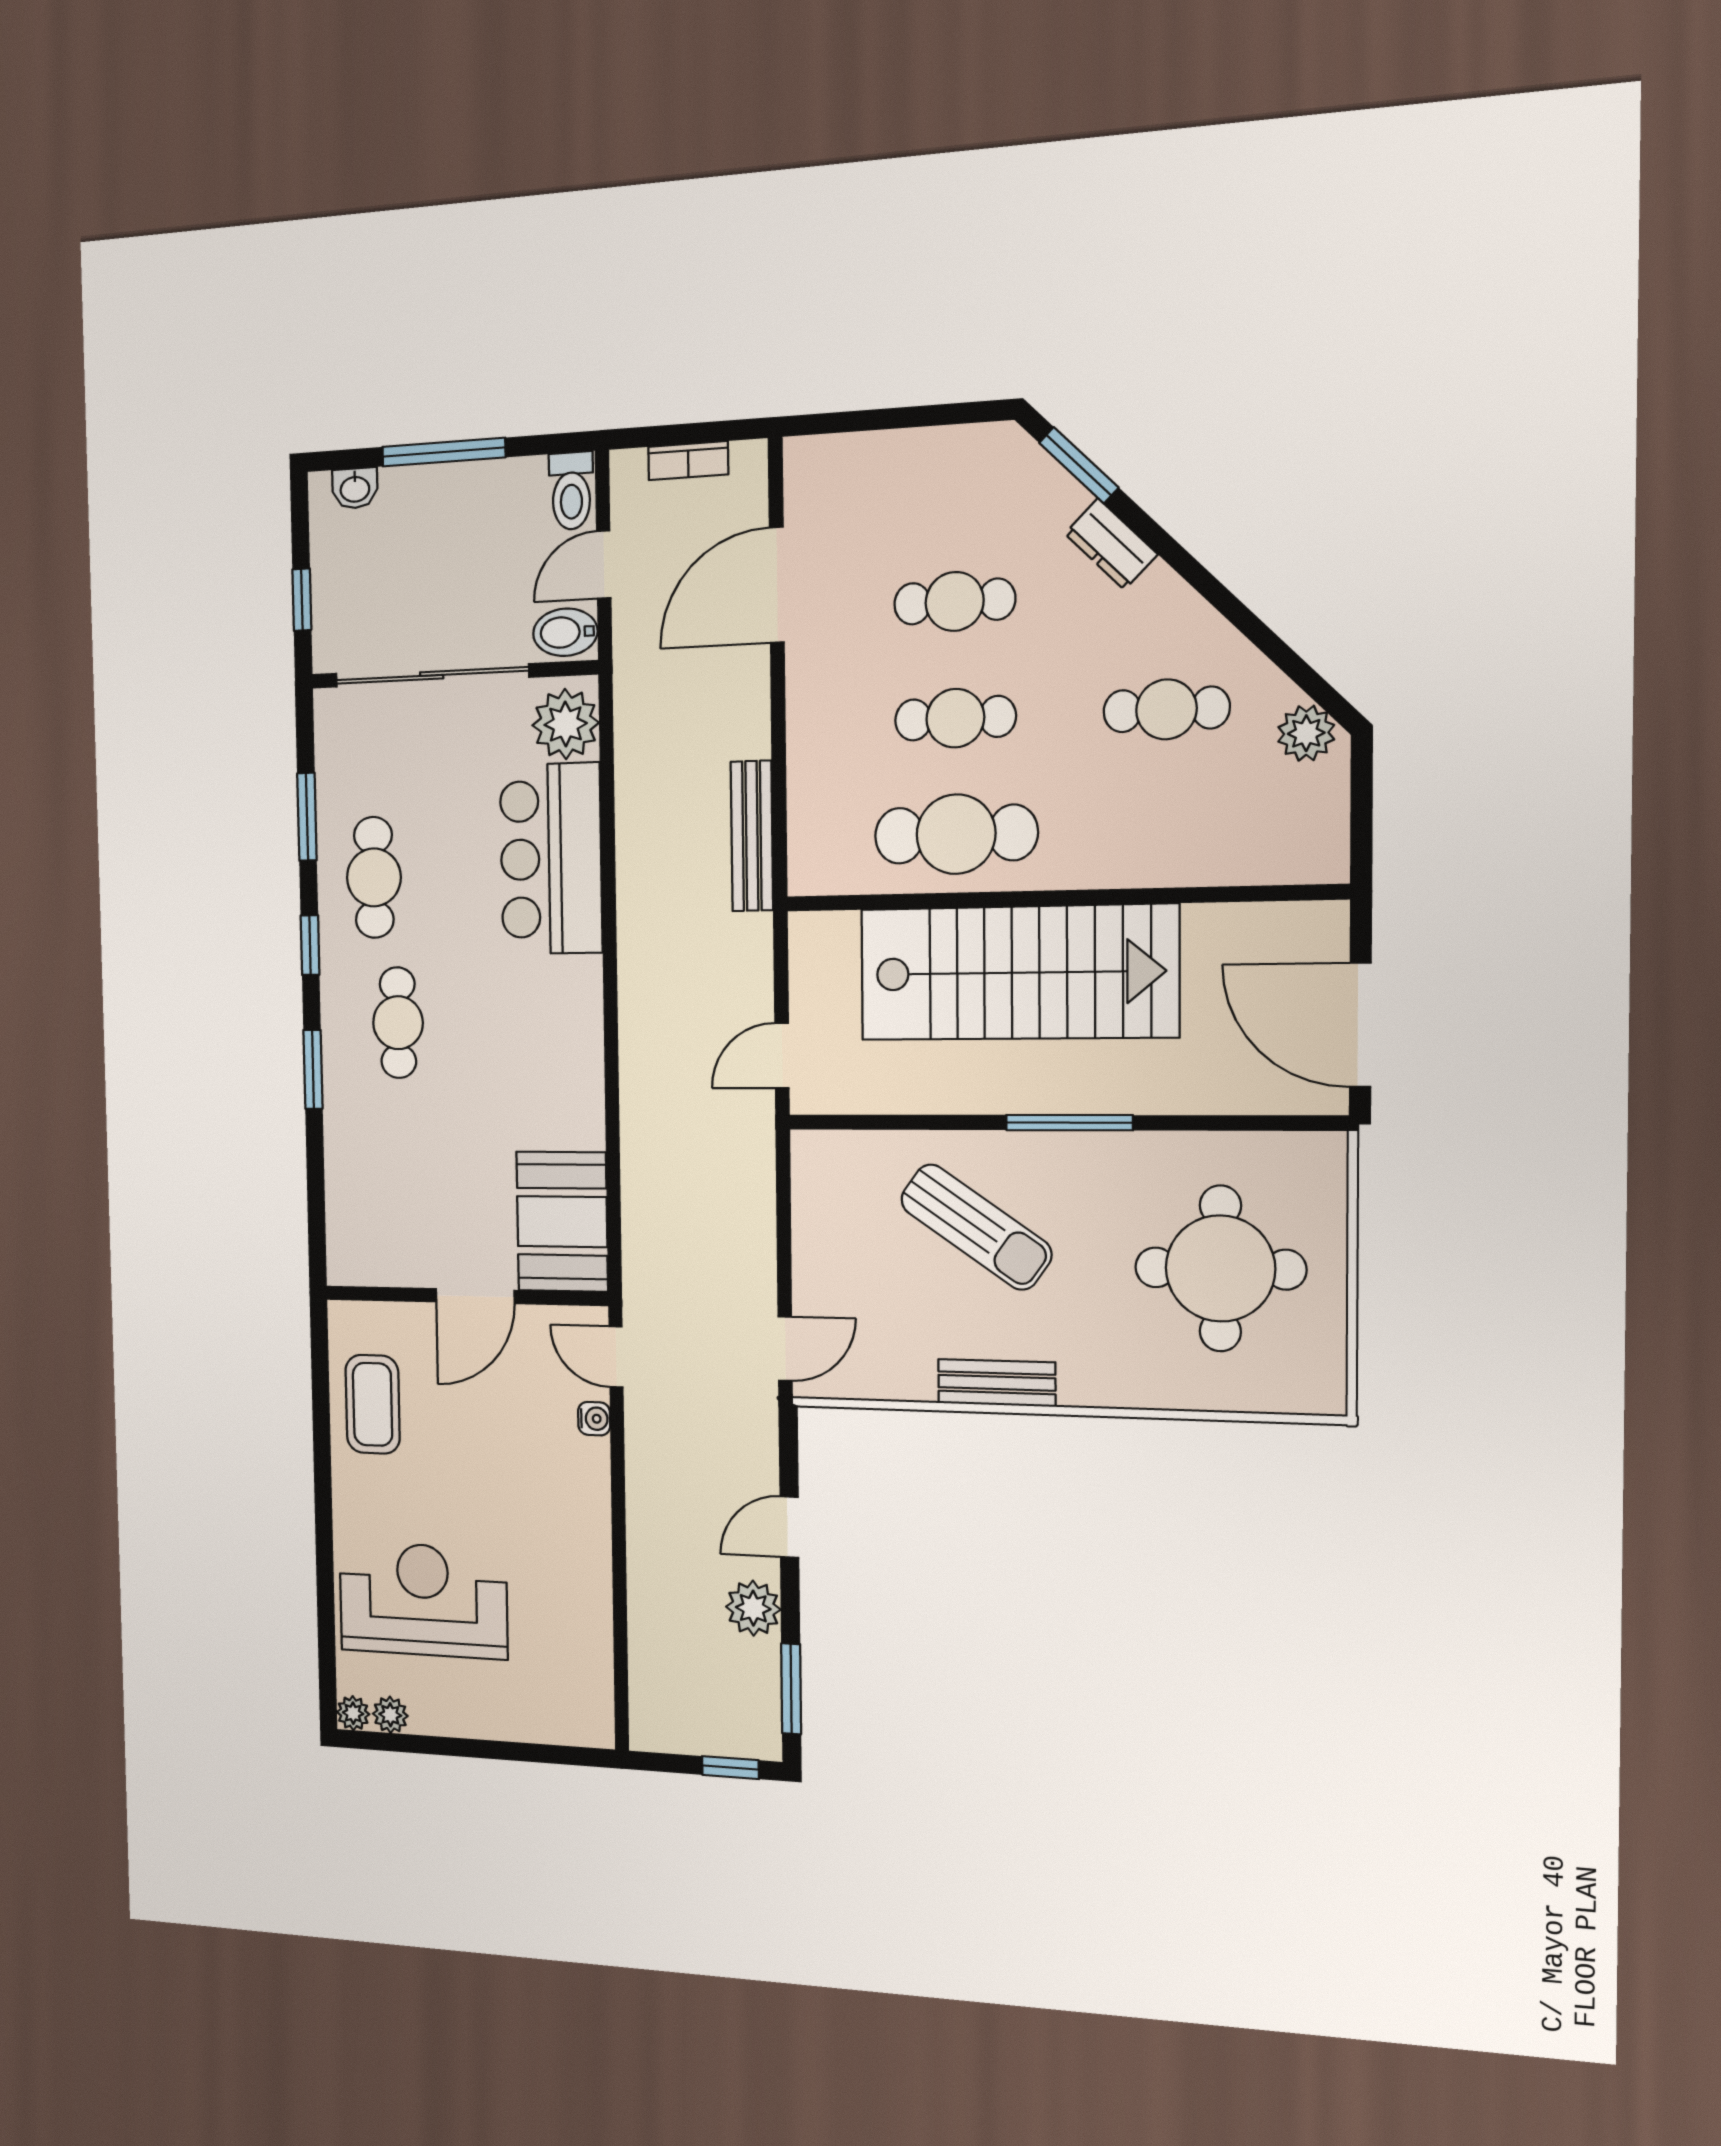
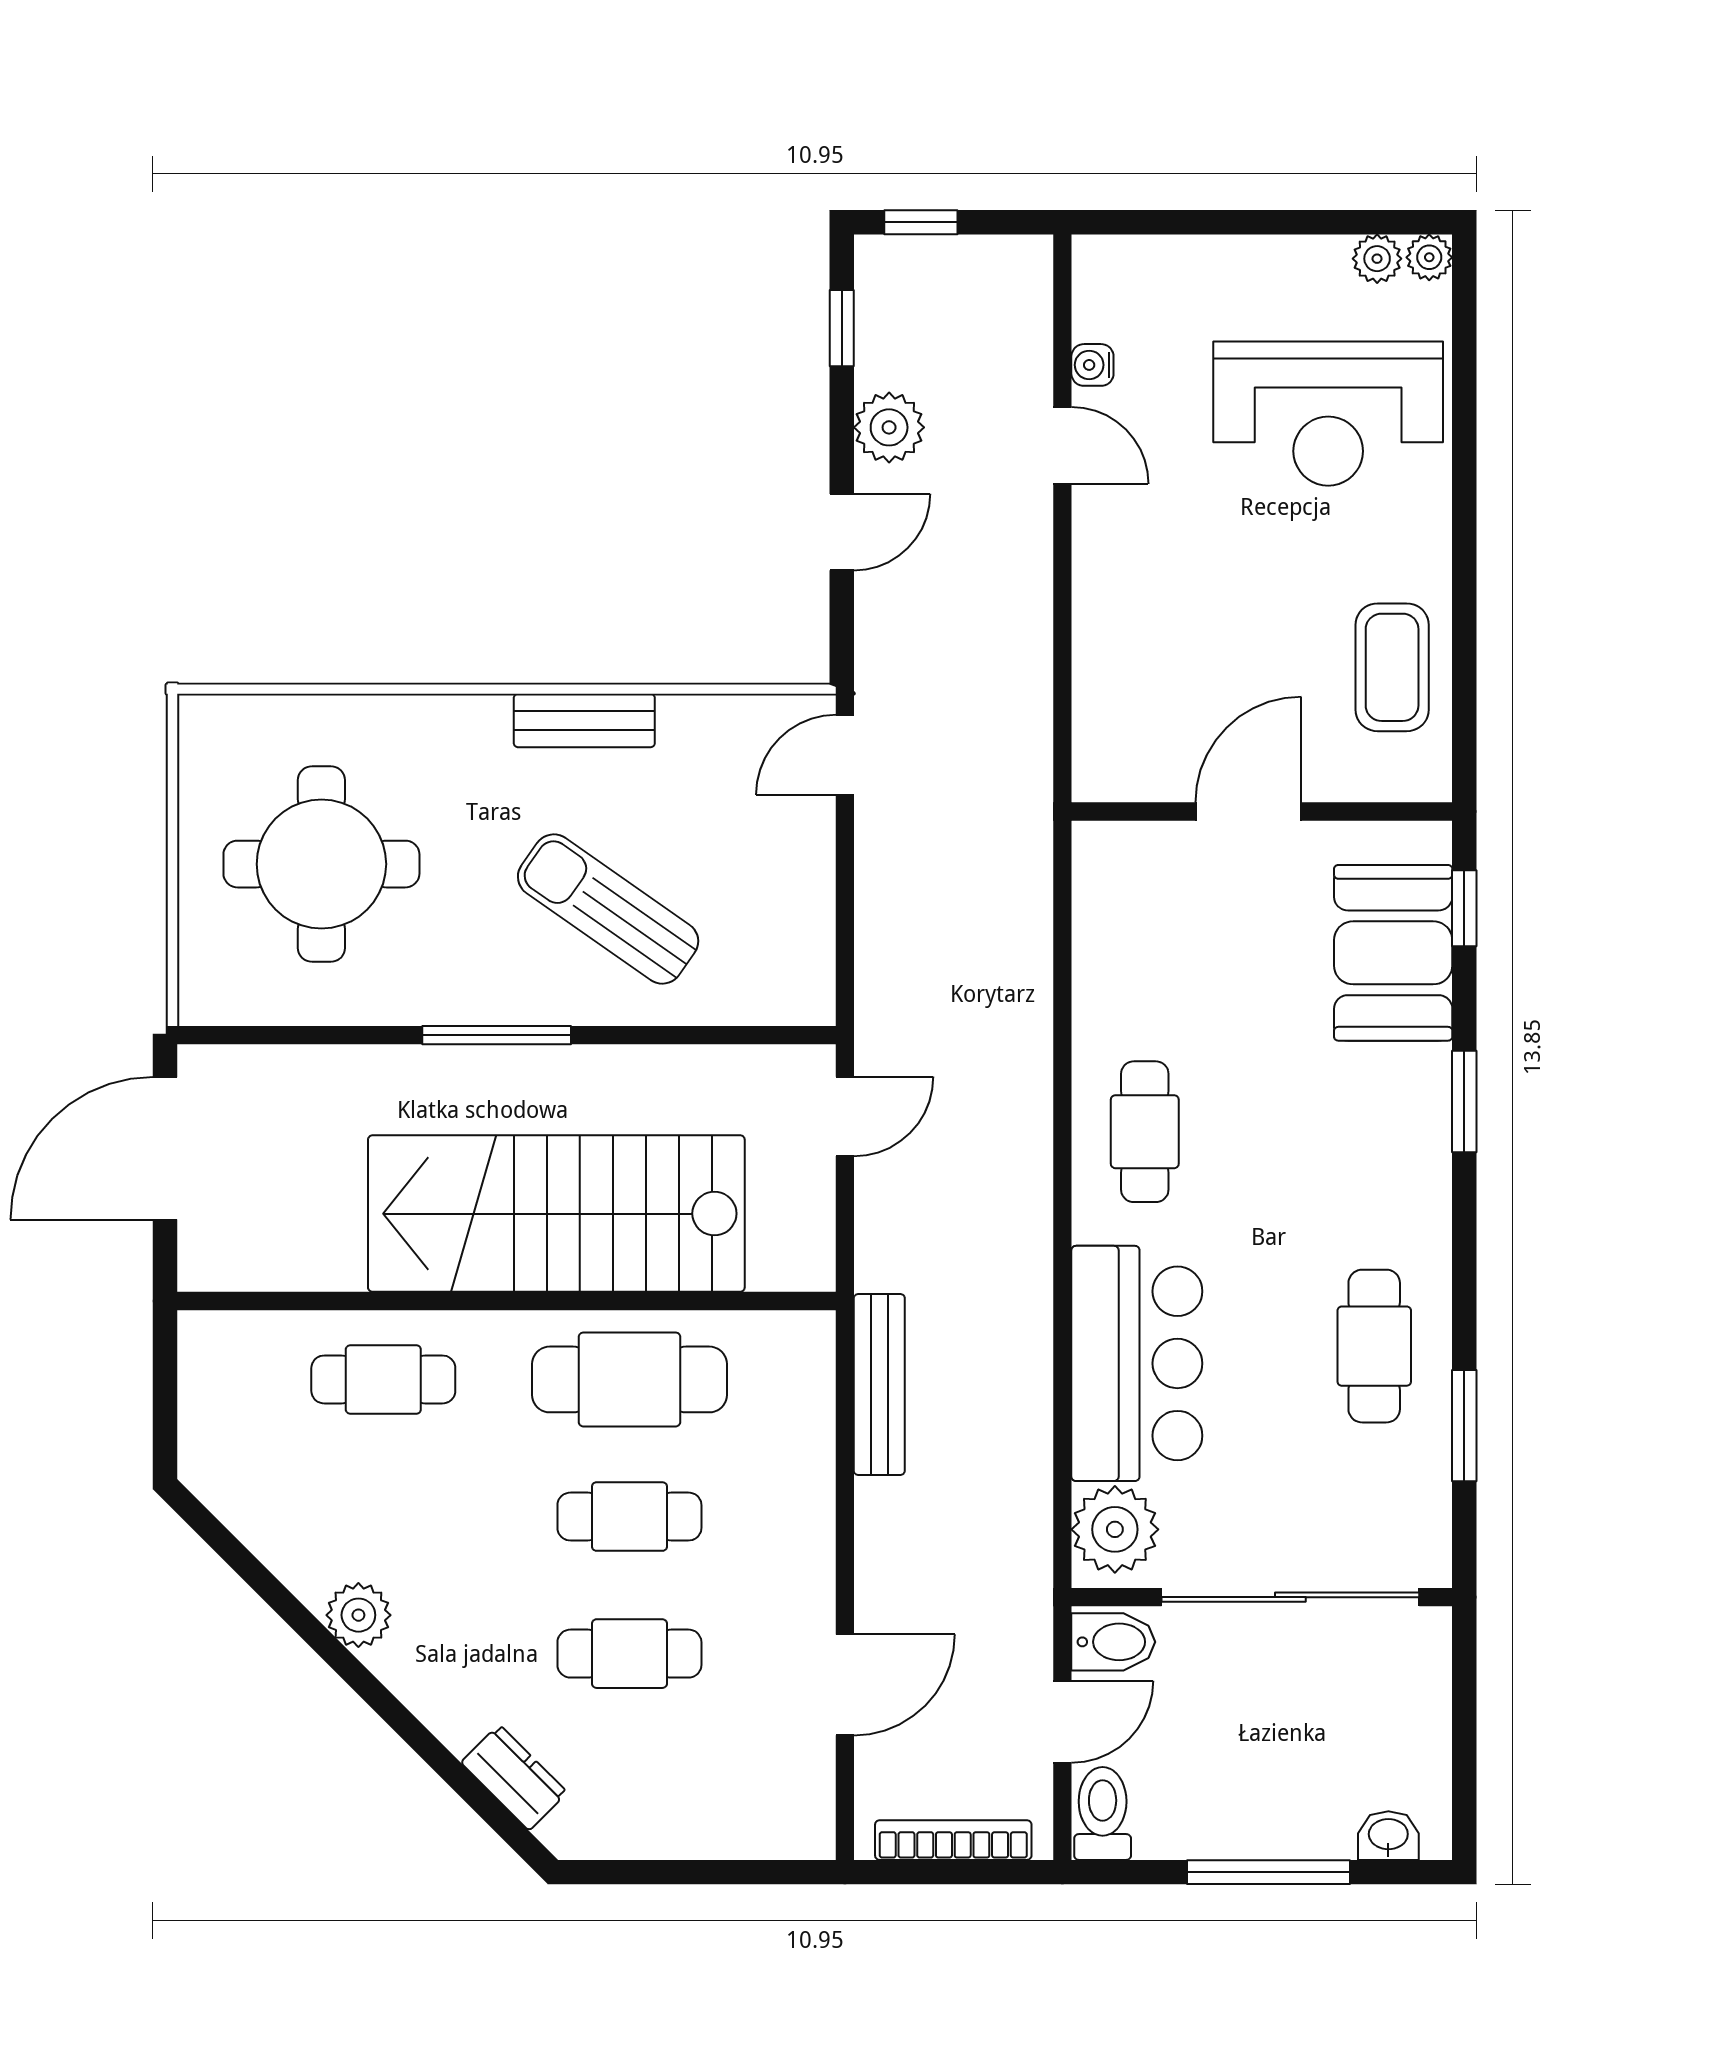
bookcase: (688, 461) -> (953, 1840), width x1.56
window: (1079, 465) -> (483, 1803), removed
dresser: (1111, 544) -> (514, 1777), moved
door: (777, 585) -> (845, 1685), width x0.73
window: (302, 600) -> (1464, 1701), removed
cafe table: (1166, 709) -> (383, 1379), moved
plant: (1306, 733) -> (358, 1615), moved
window: (310, 945) -> (1464, 908), moved
cafe table: (398, 1023) -> (1145, 1132), moved
door: (1360, 1025) -> (165, 1148), swing flipped
booth: (562, 1222) -> (1393, 953), moved
door: (616, 1357) -> (1062, 445), moved
water cooler: (594, 1419) -> (1092, 365), moved
window: (791, 1689) -> (842, 328), width x0.67

